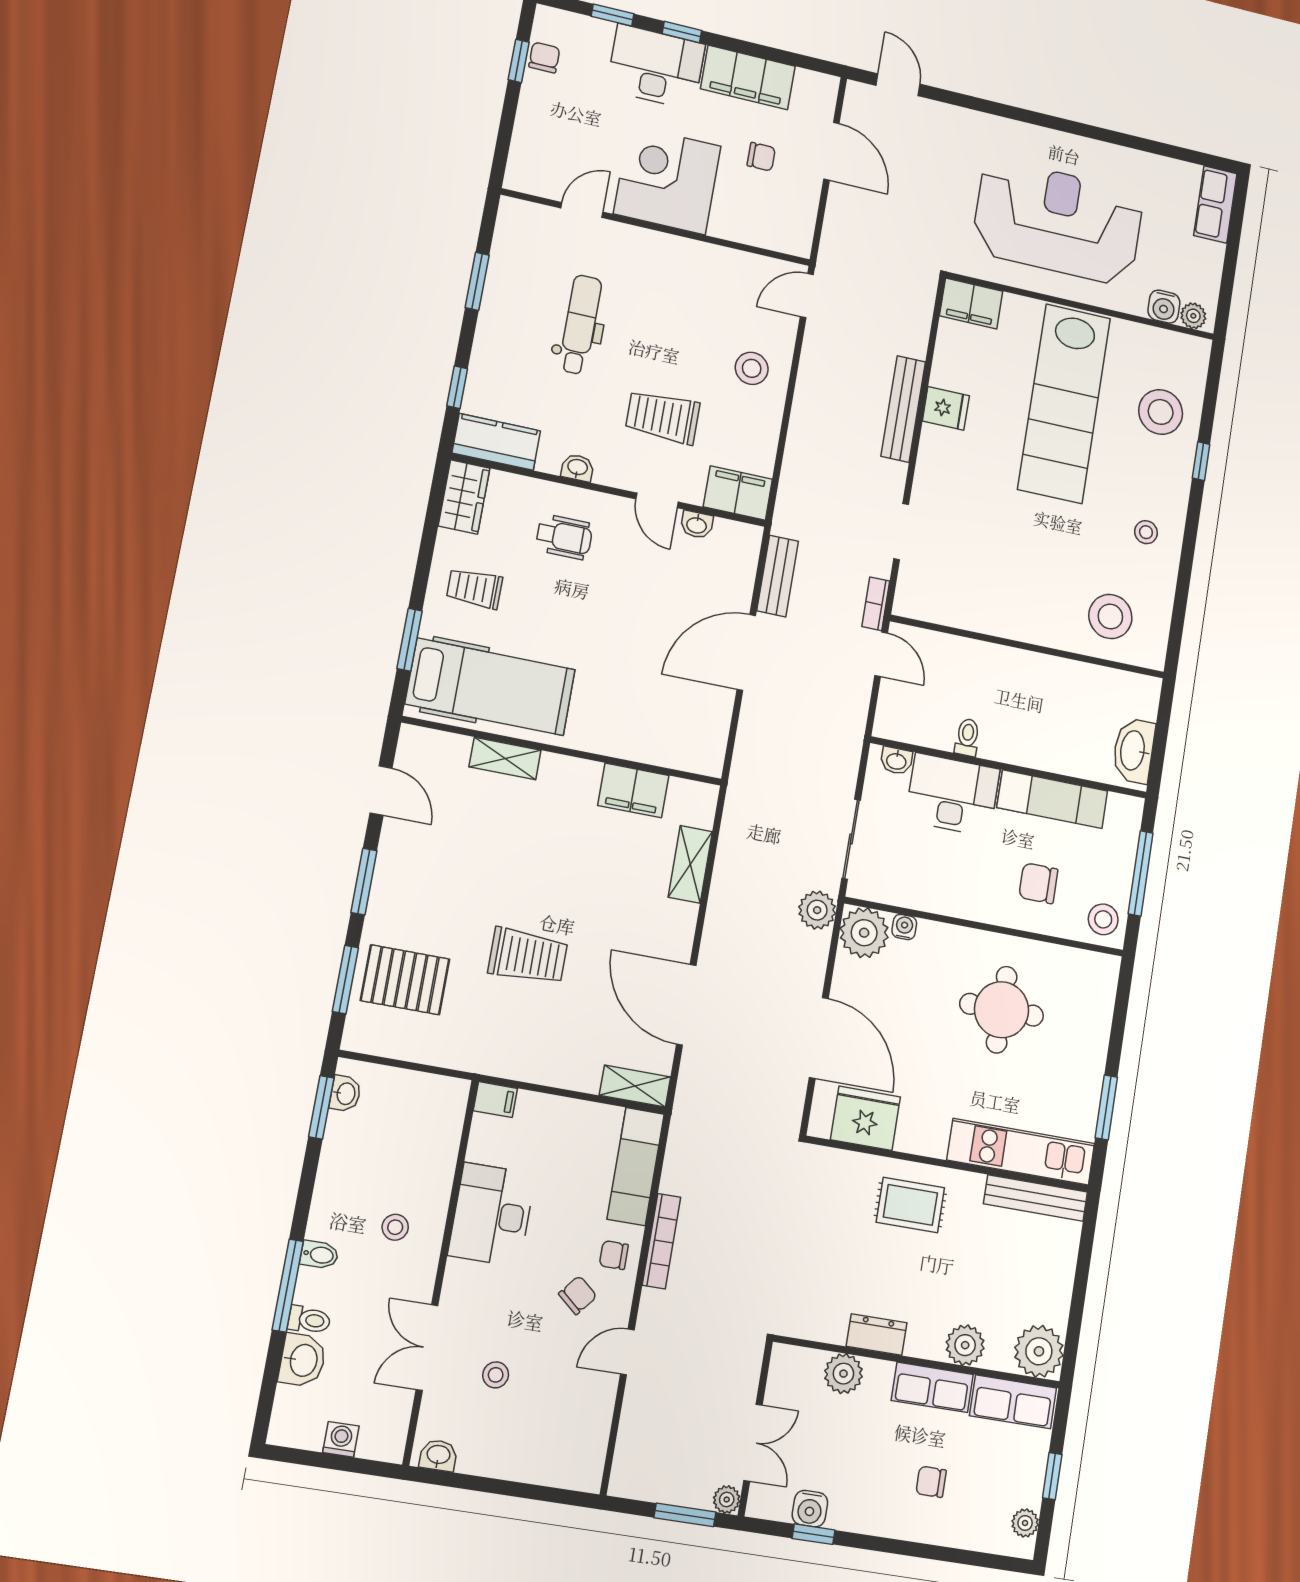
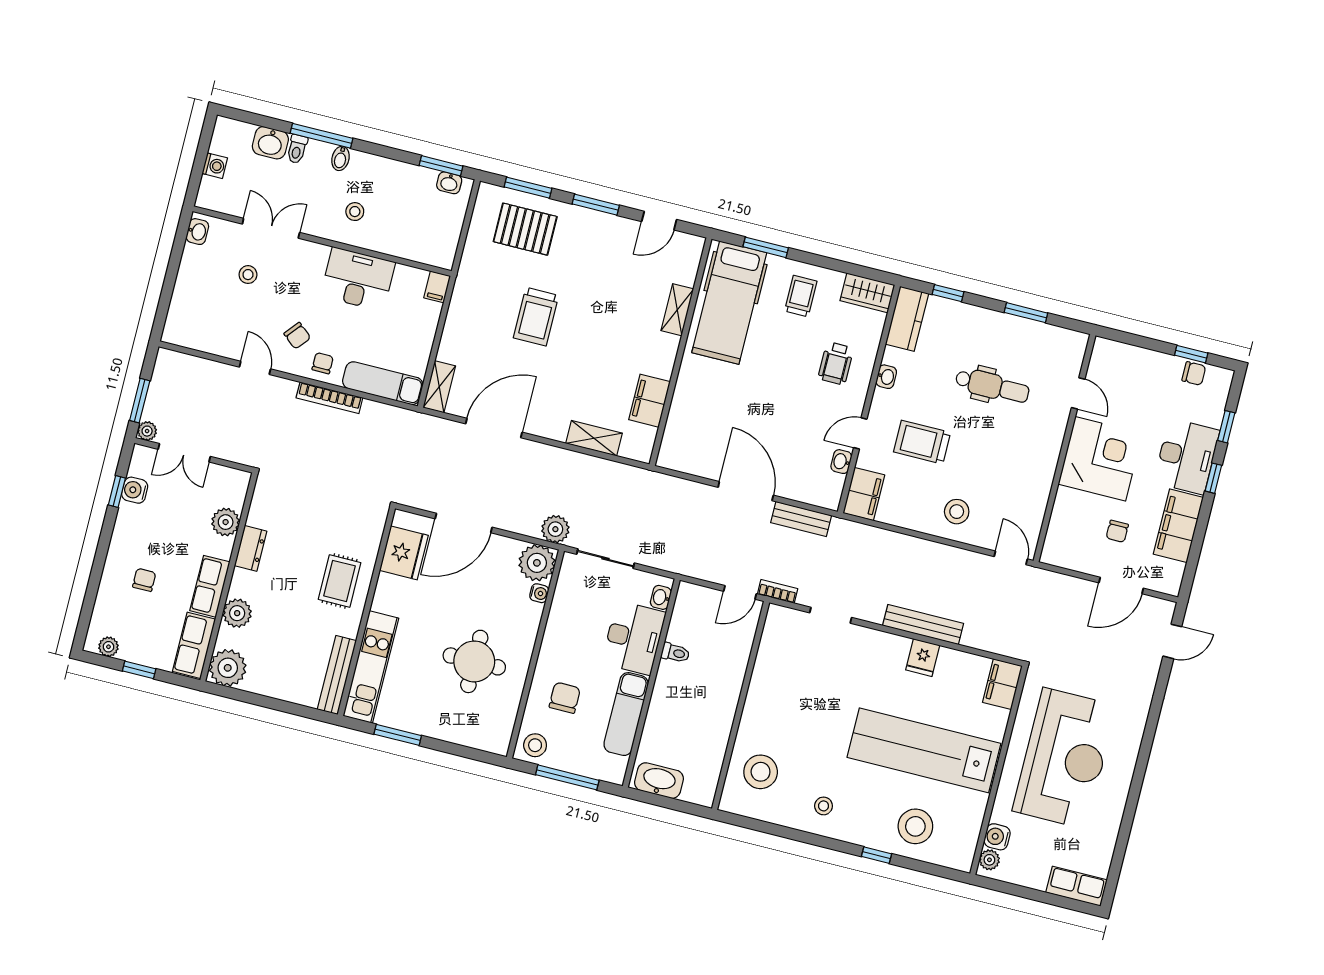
trolley: (663, 417) -> (922, 442), turned -90
pallet: (405, 980) -> (525, 229), turned 90

